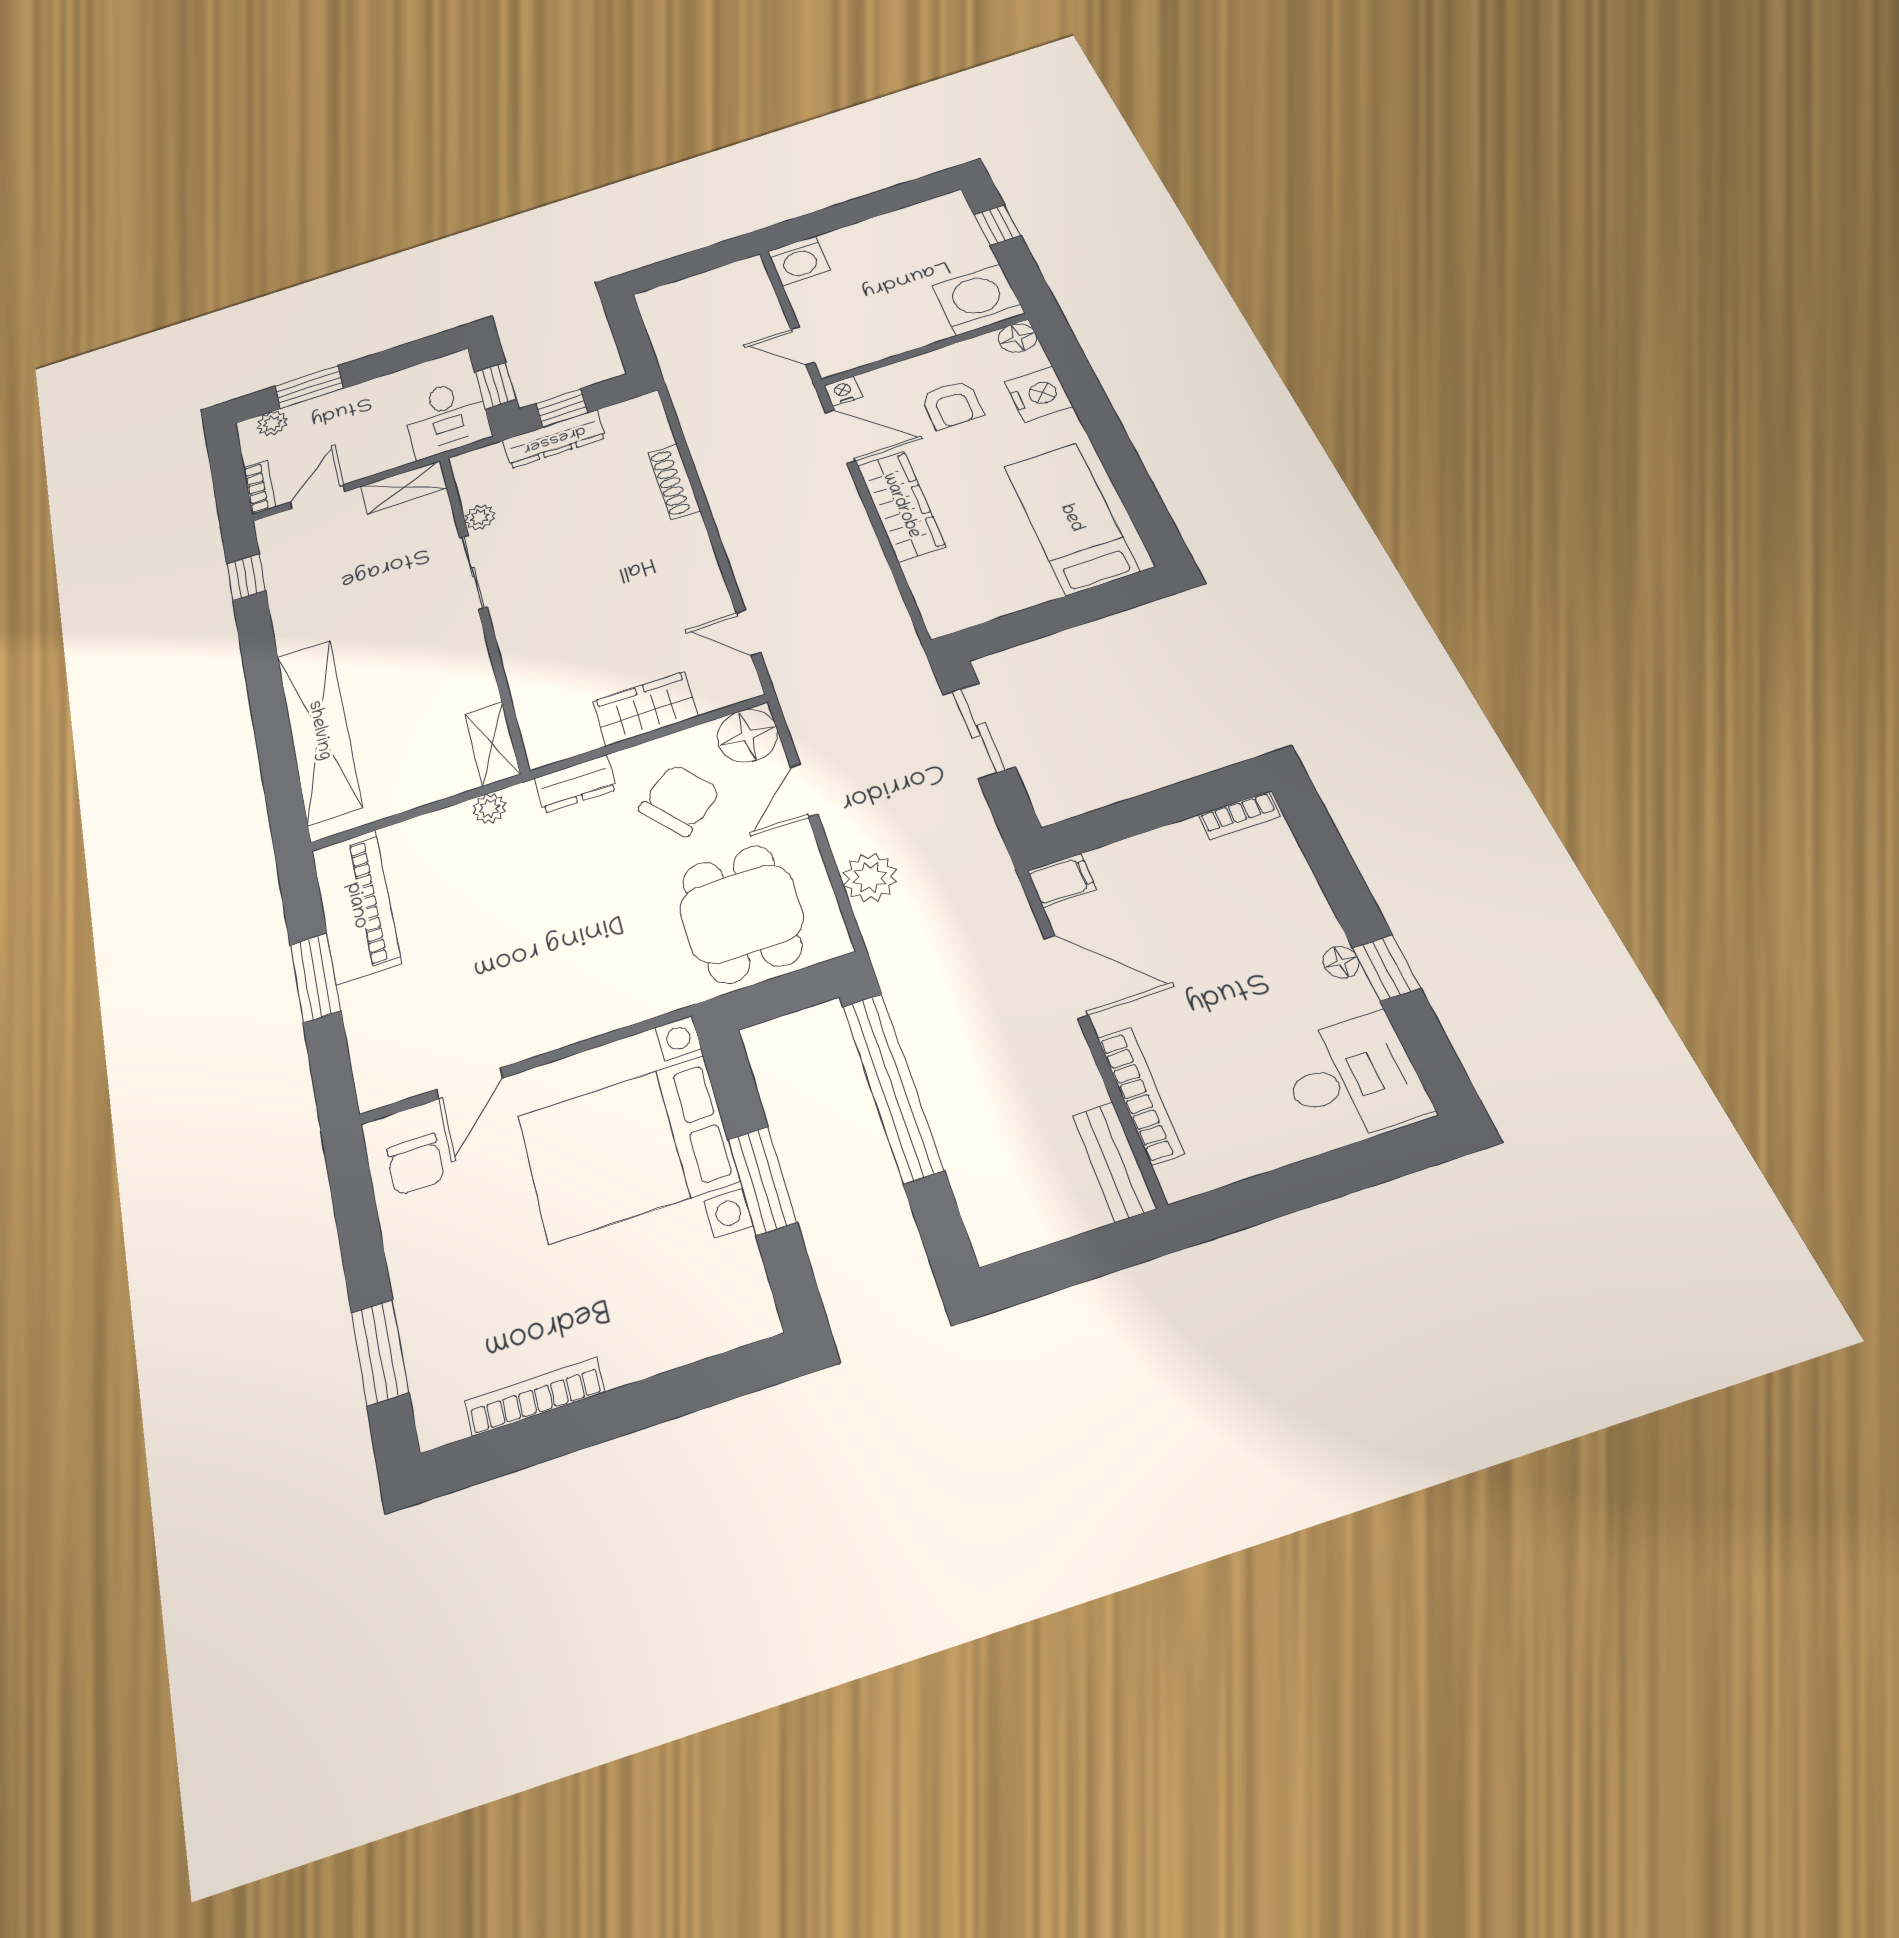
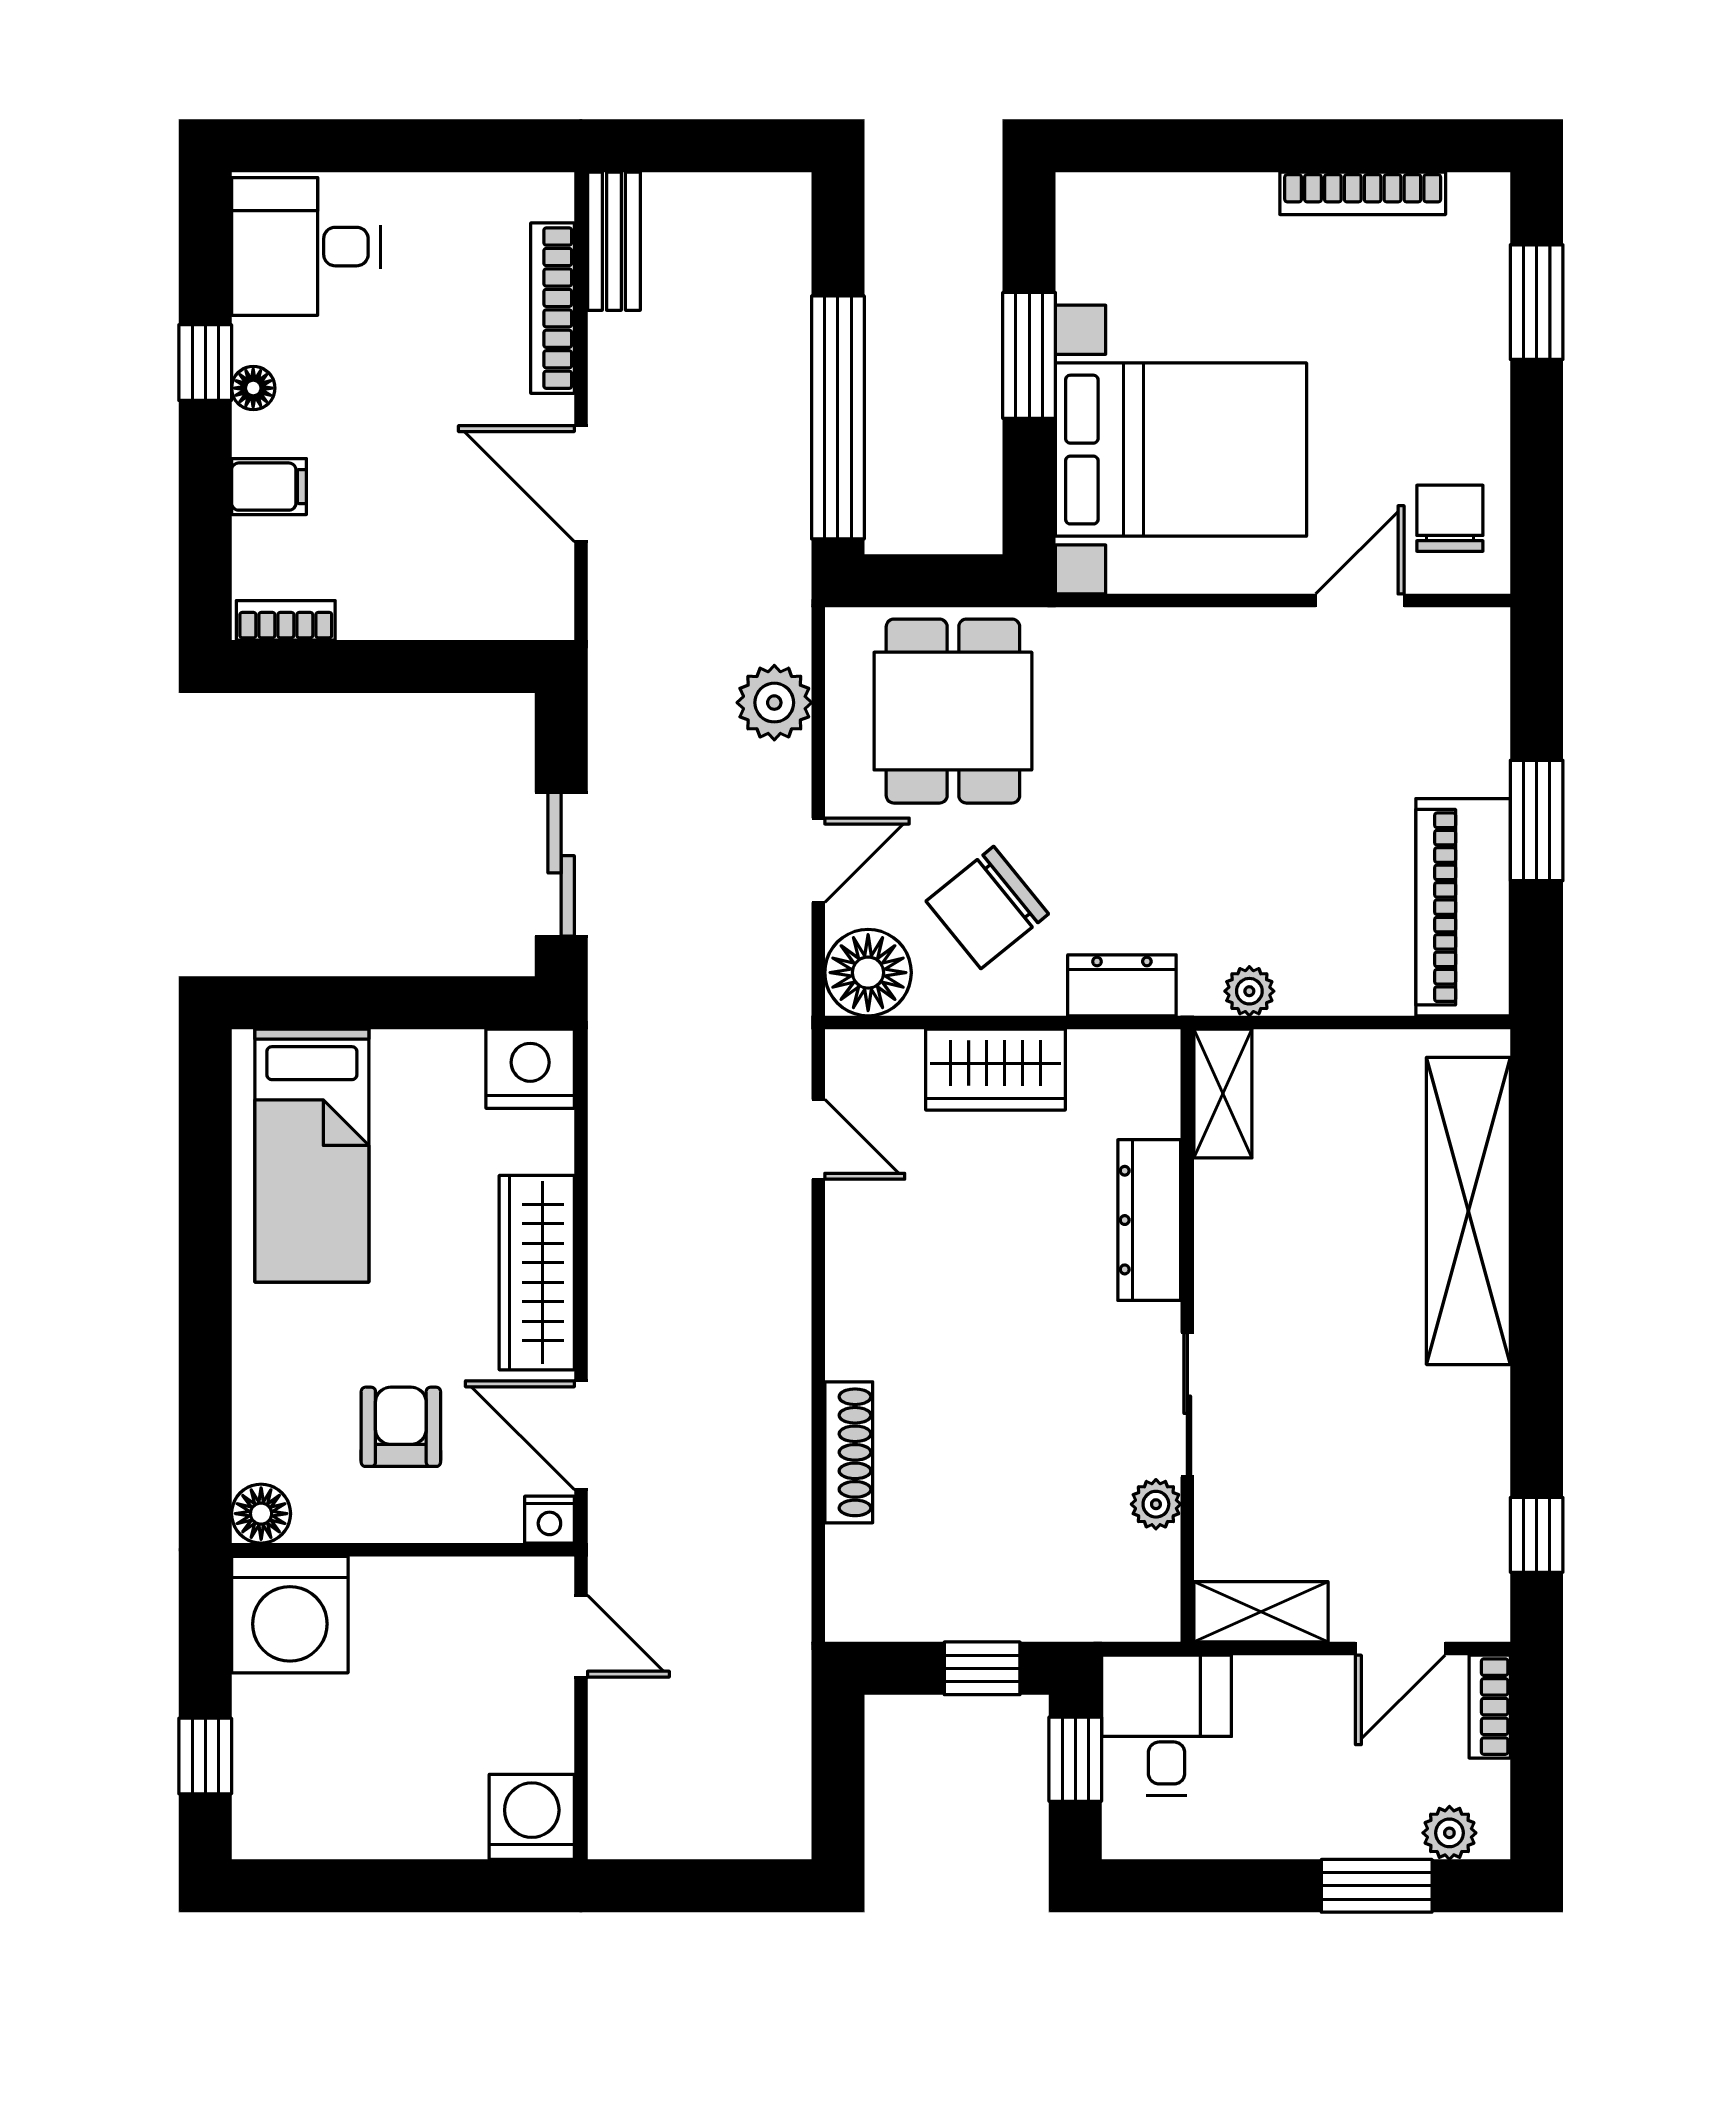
nightstand: (1039, 394) -> (530, 1069), moved, turned 90
dresser: (554, 439) -> (1149, 1220), moved, turned -90
filing cabinet: (1062, 880) -> (269, 487), moved, turned 180

